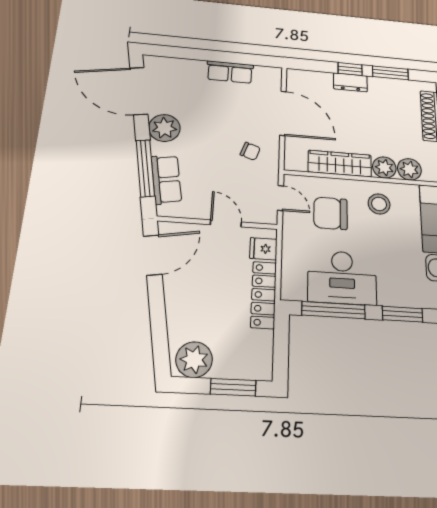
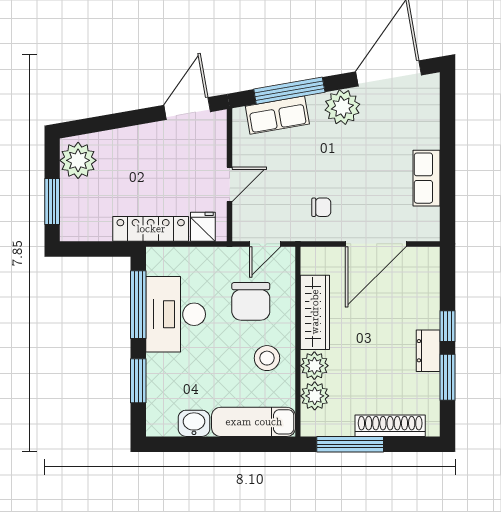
dresser: (350, 82) -> (428, 351), moved
chair: (250, 151) -> (321, 207), turned -109
chair: (330, 213) -> (251, 301), turned 180
door: (153, 255) -> (187, 108), swing flipped

